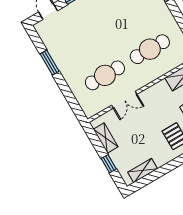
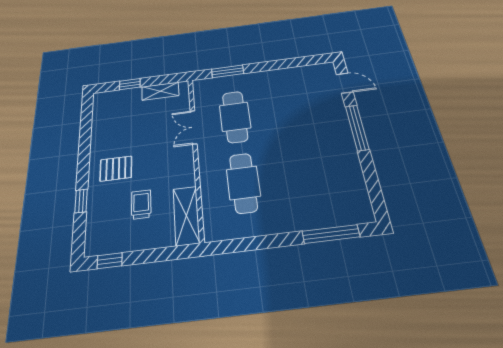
window: (50, 63) -> (228, 71), moved
shelving: (143, 171) -> (100, 116), removed

